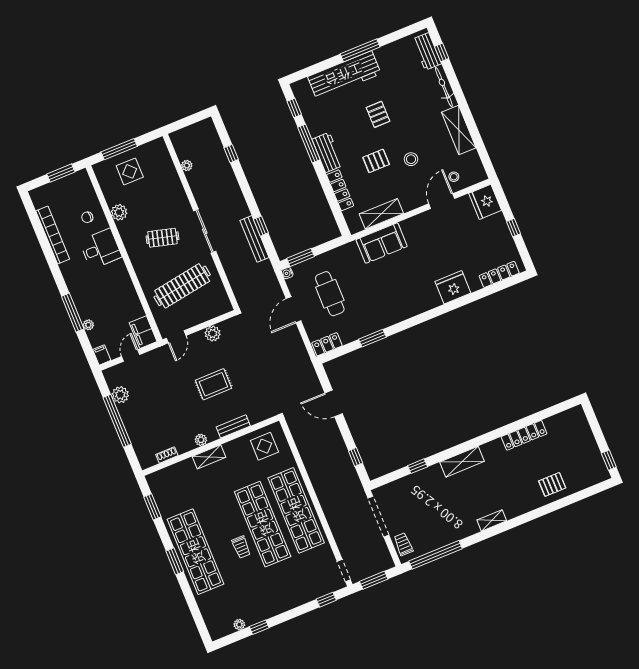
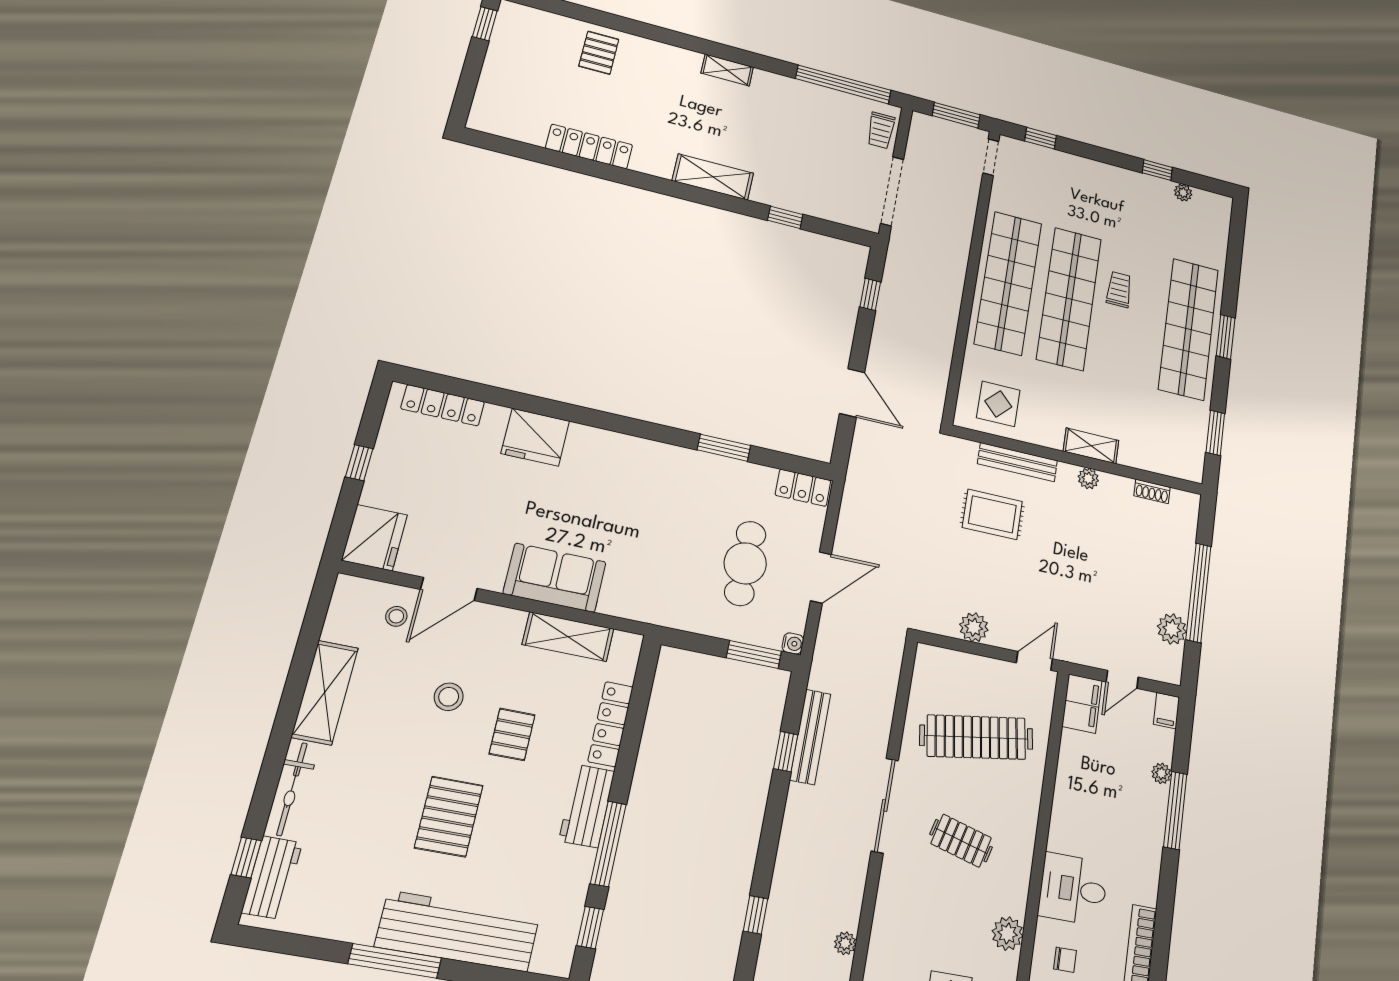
pallet: (378, 114) -> (449, 817), width x1.50, depth x1.42
pallet: (376, 161) -> (512, 734), turned 90
sofa: (382, 243) -> (555, 578), moved
rug: (213, 384) -> (992, 514), moved
bench: (233, 426) -> (1017, 462), width x1.36
pallet: (552, 484) -> (599, 53), turned 90

